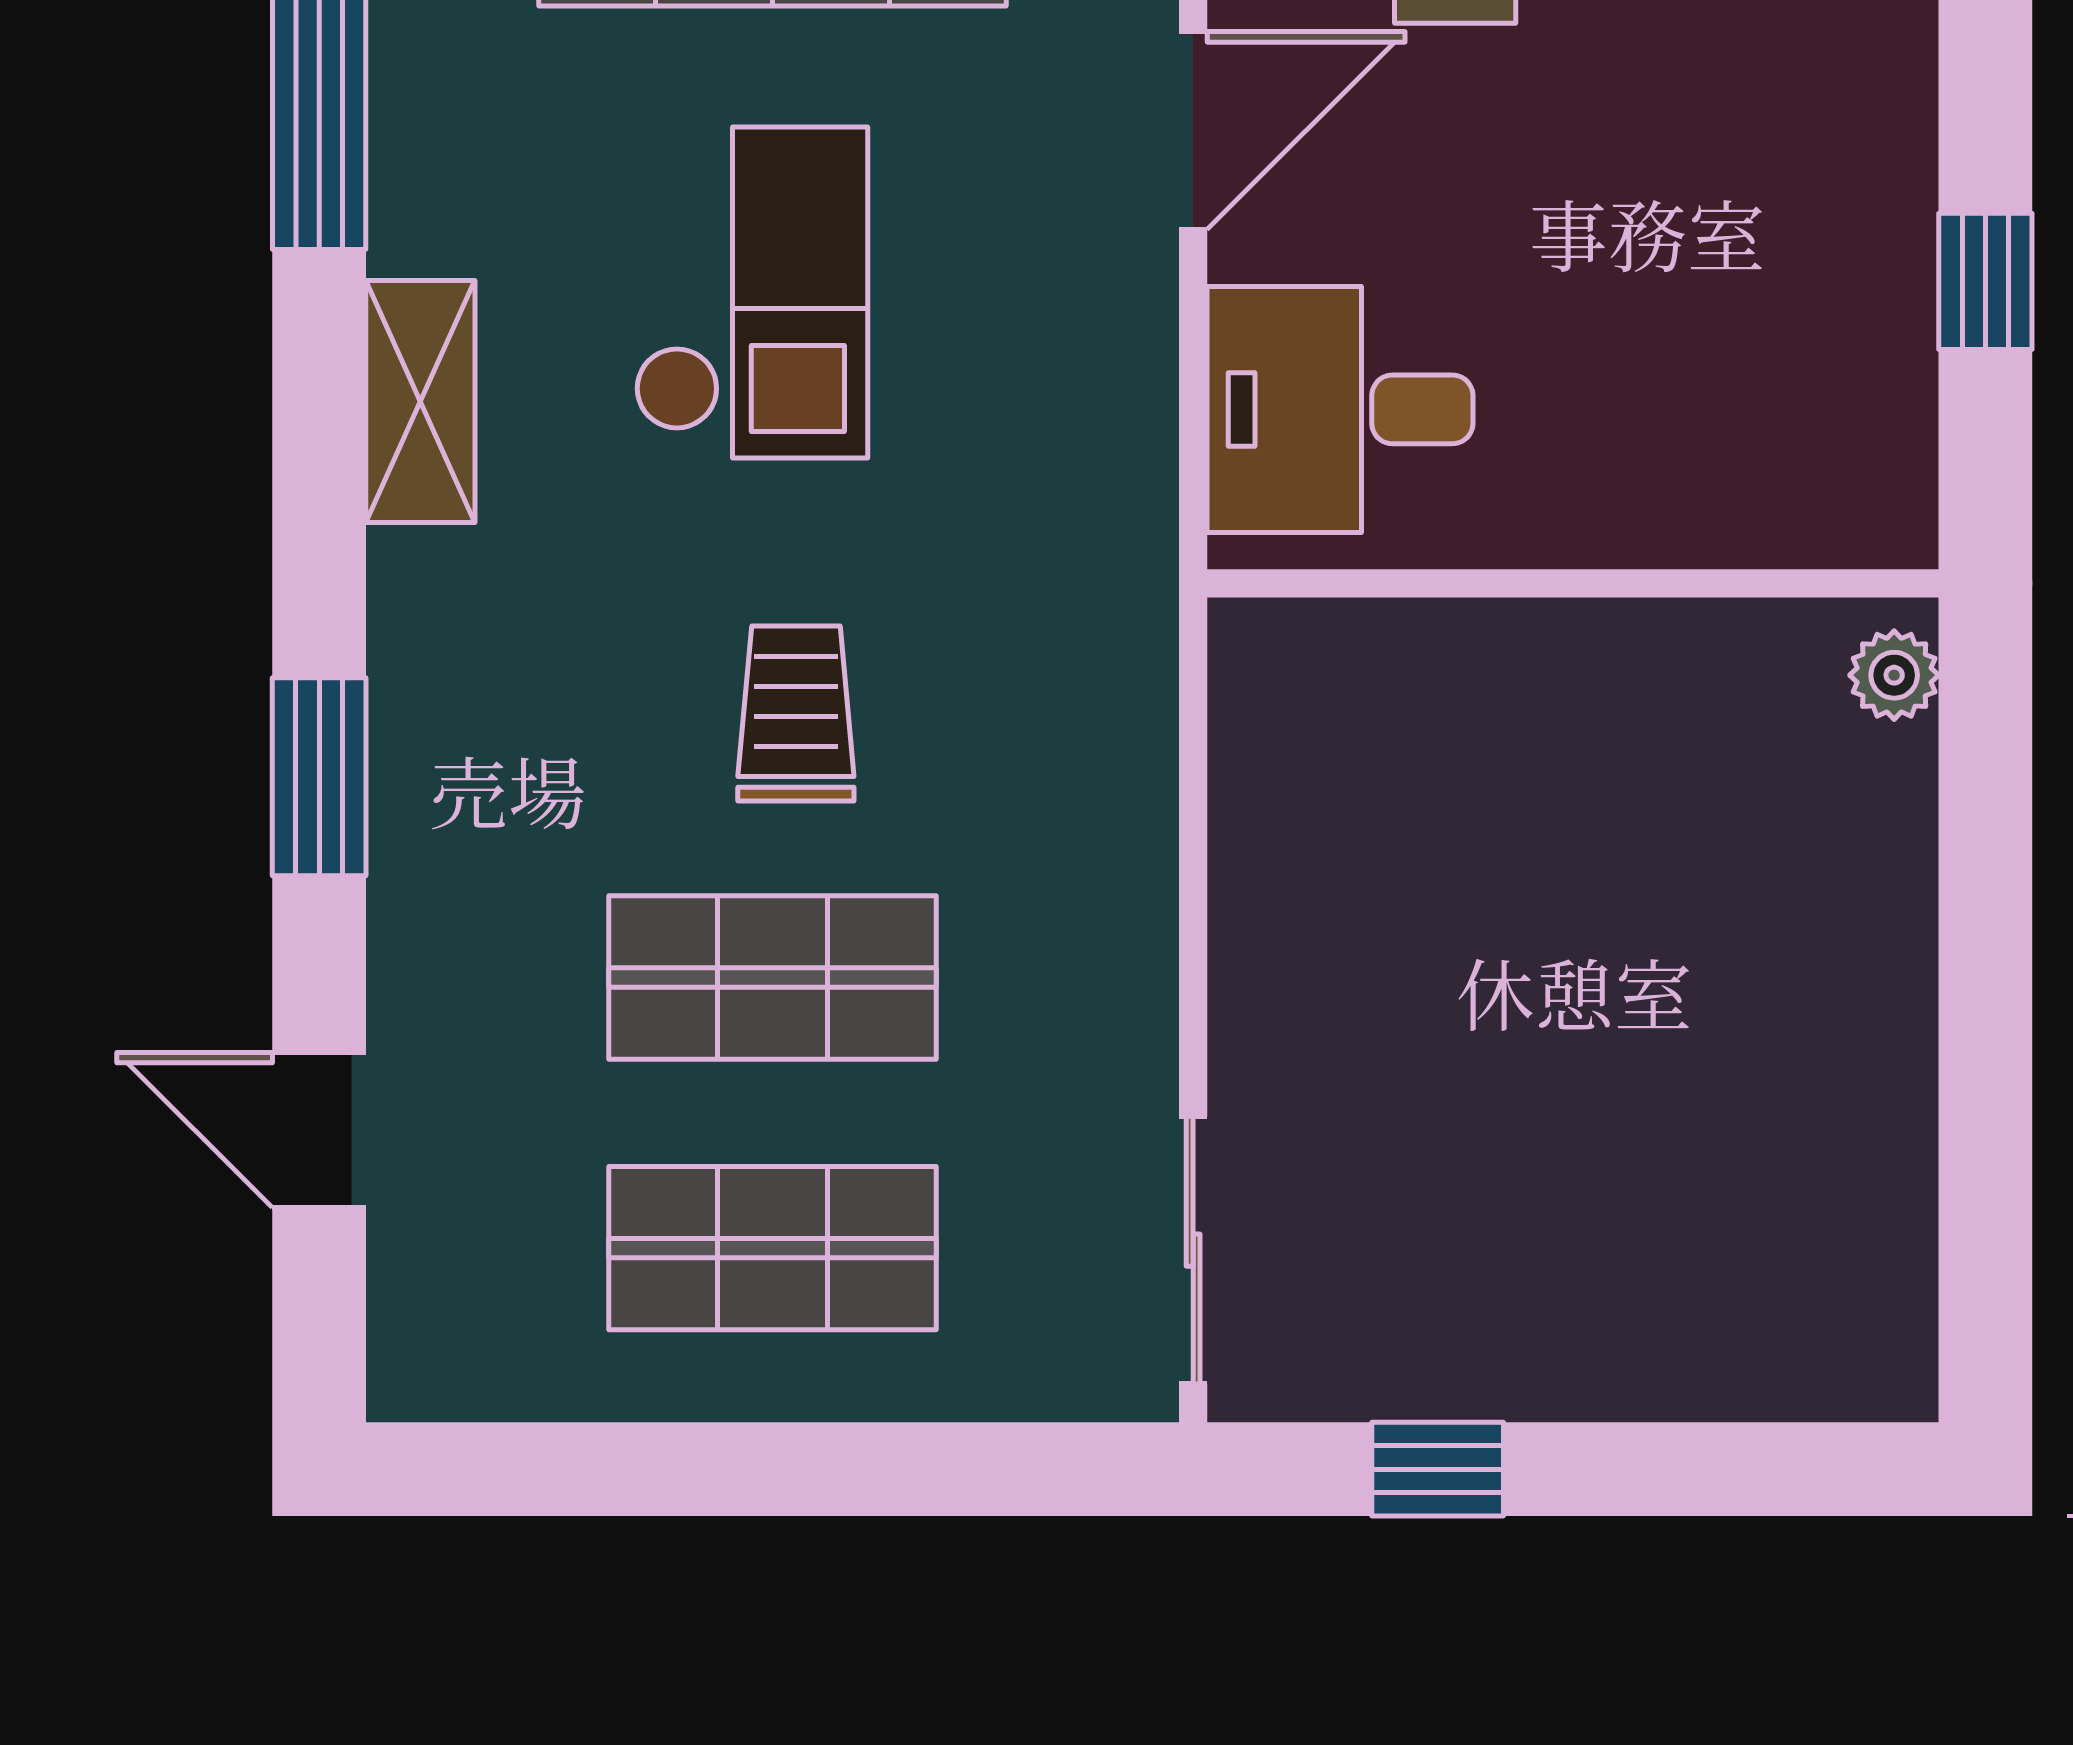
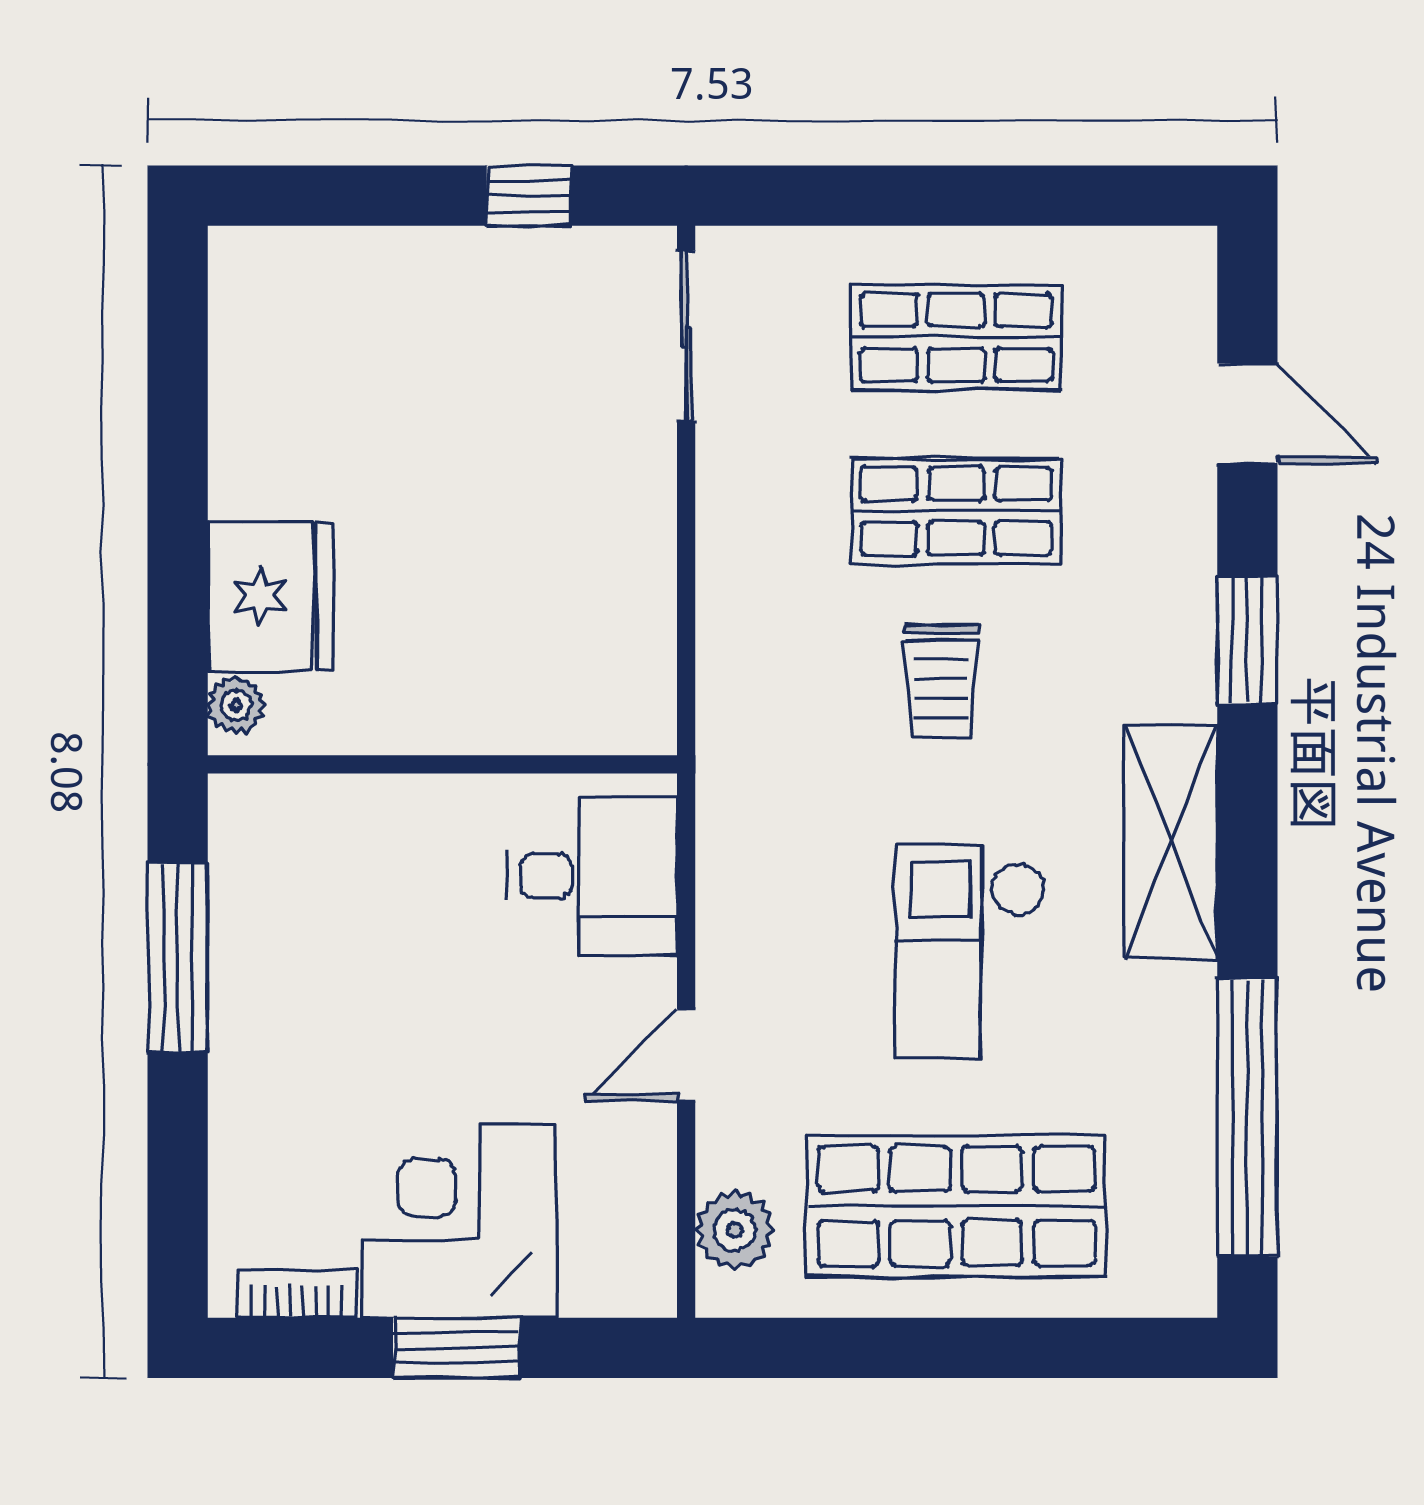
door: (1193, 131) -> (686, 1055), width x0.73
window: (1985, 281) -> (178, 958), width x2.17
shelving: (420, 401) -> (1171, 842), width x1.50, depth x1.33
fridge: (1841, 845) -> (270, 596), added

